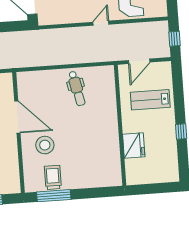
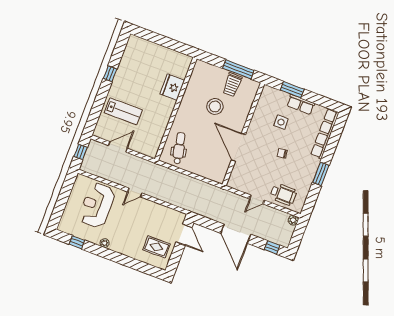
wall: (120, 125) -> (176, 109), moved
stool: (45, 145) -> (215, 106), moved
fridge: (134, 145) -> (172, 87), moved

